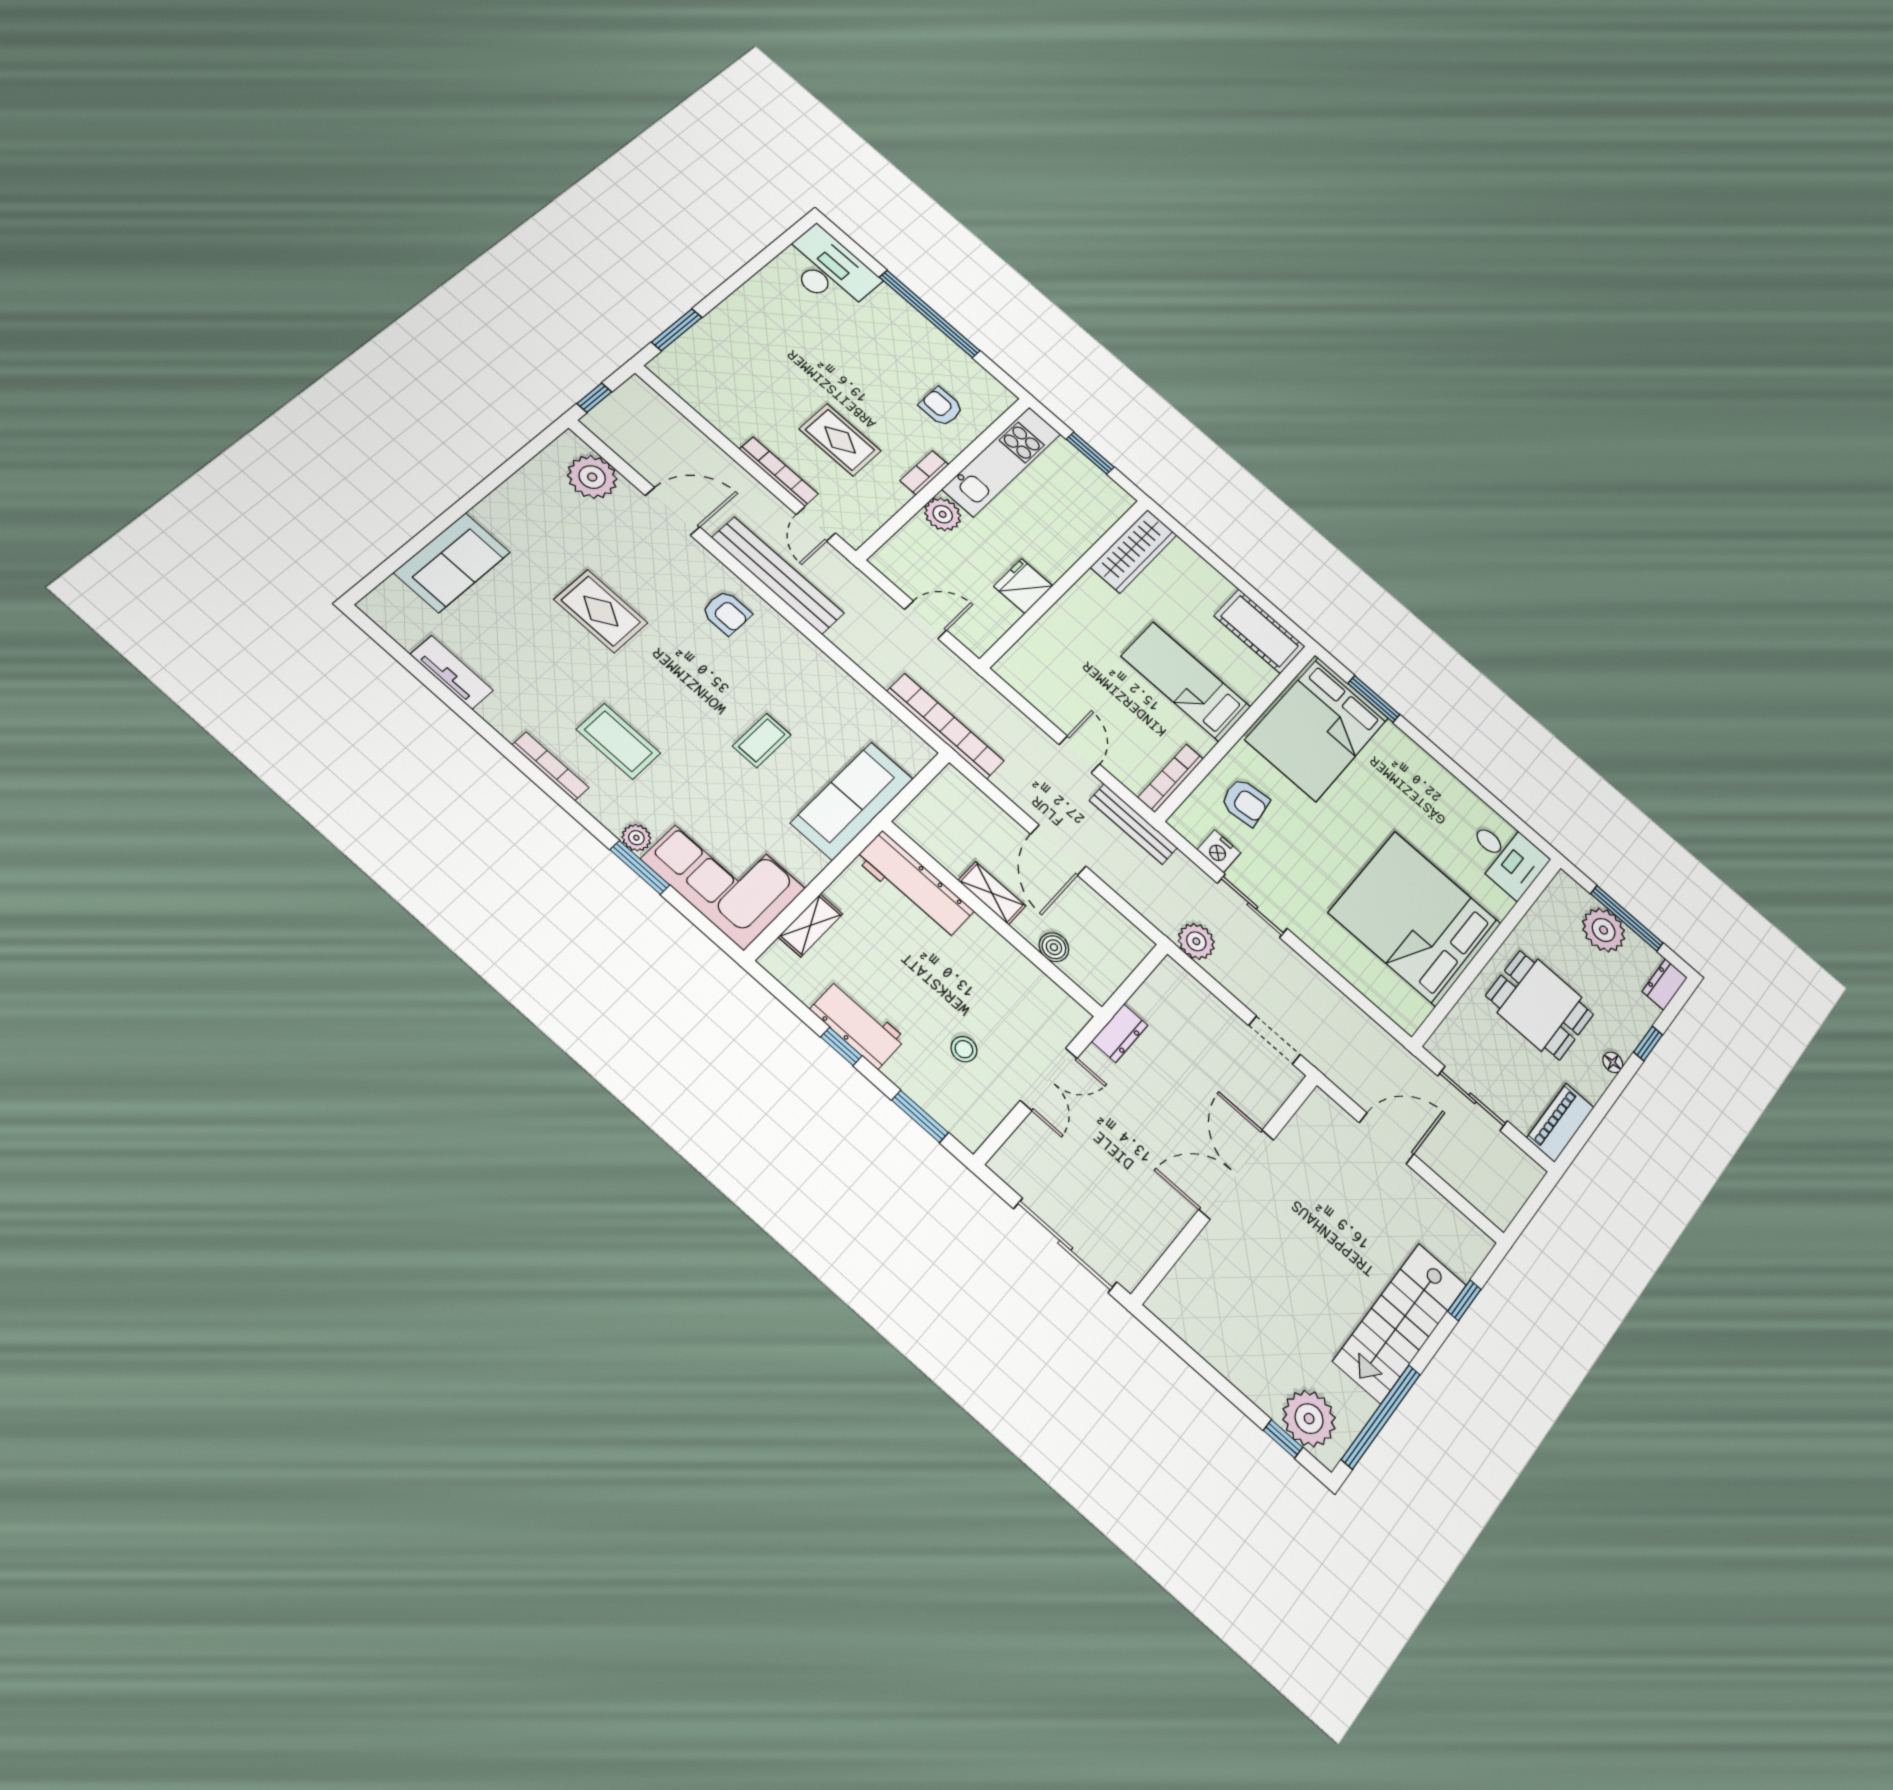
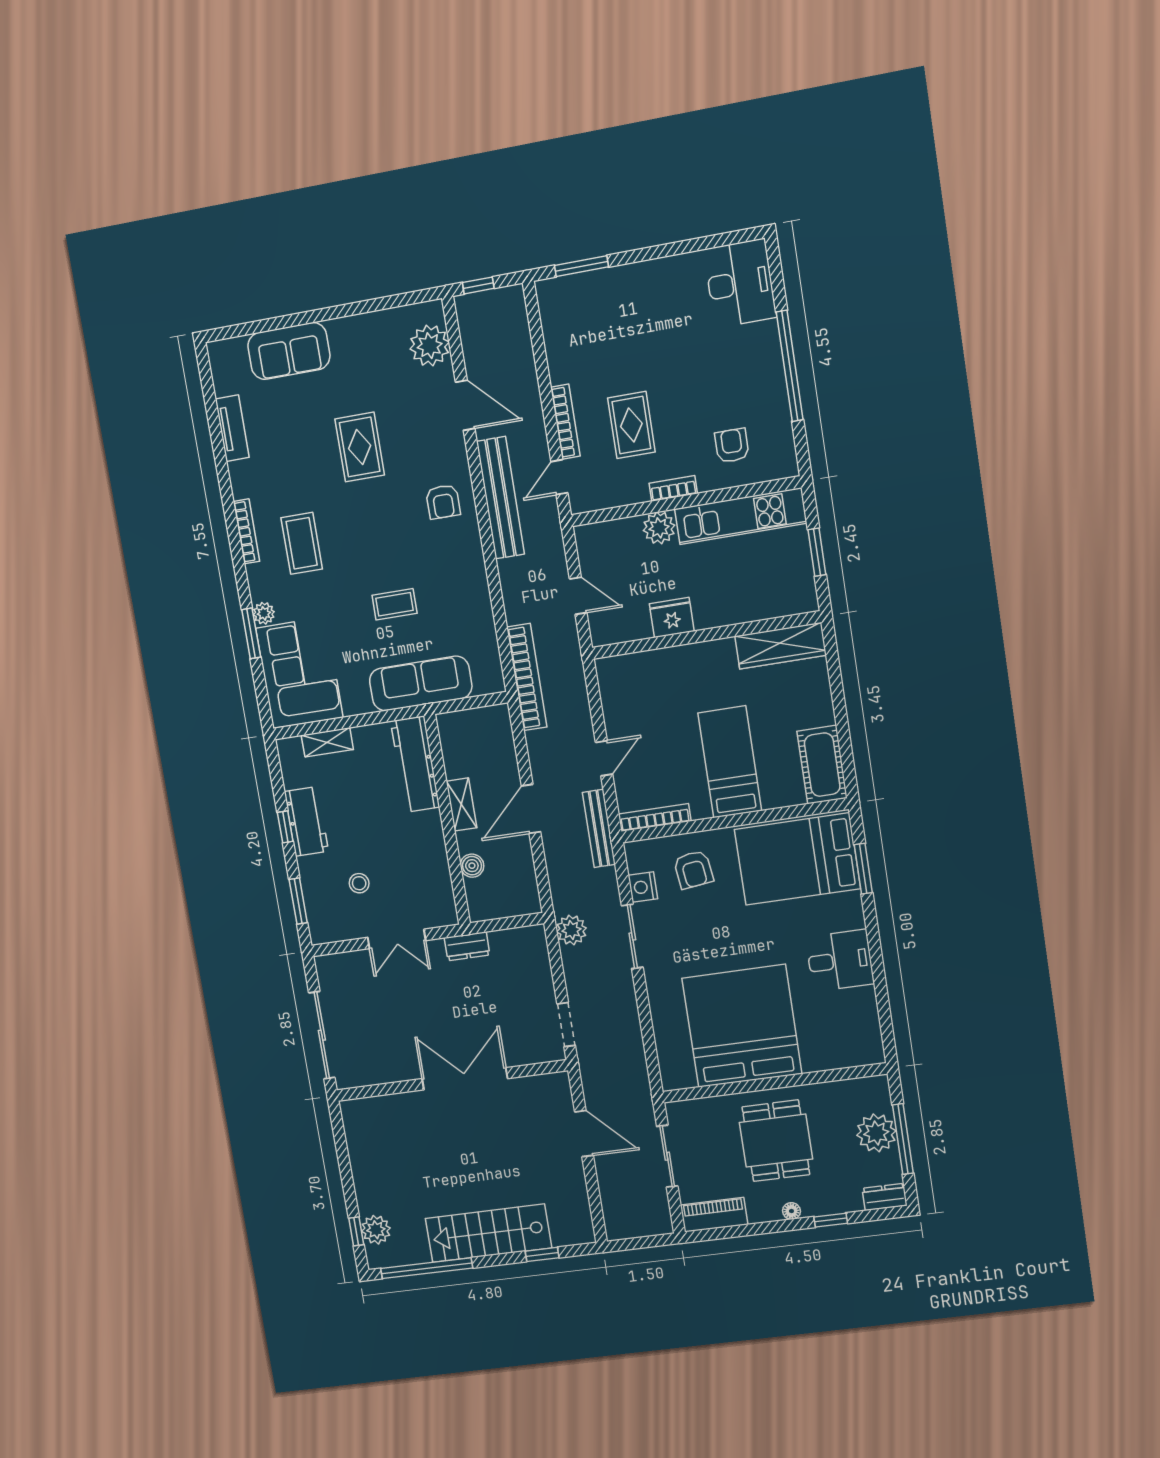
desk: (1506, 856) -> (840, 960), moved, turned -90
plant: (1309, 1419) -> (376, 1230), width x0.73, depth x0.73

